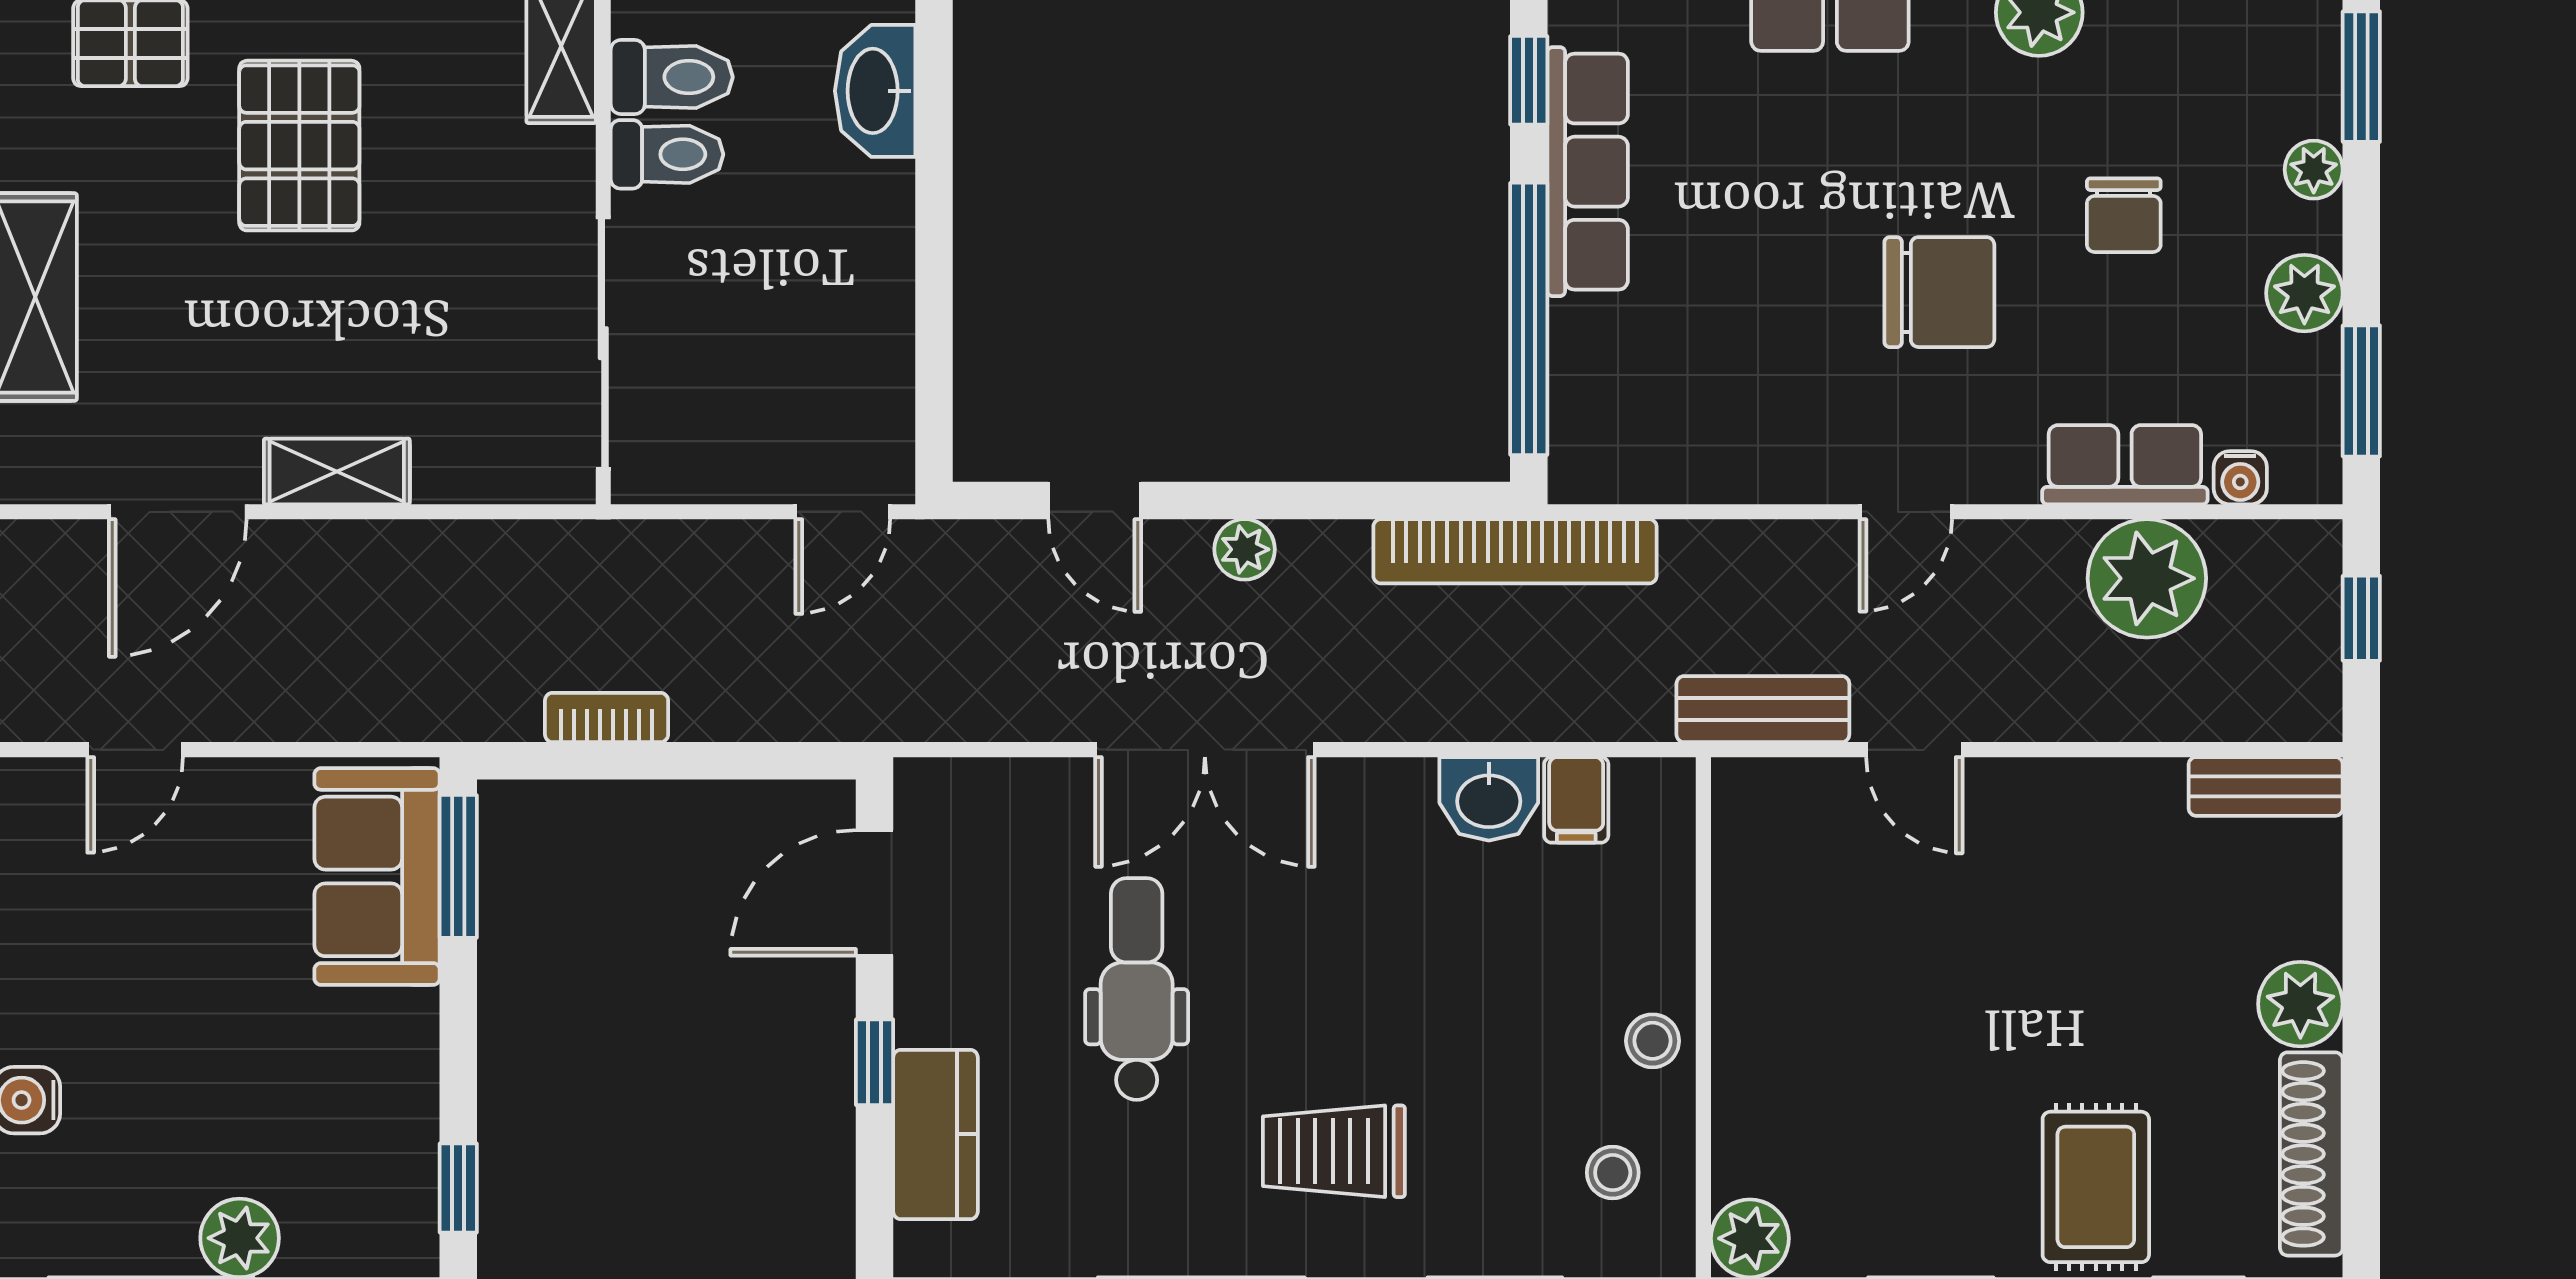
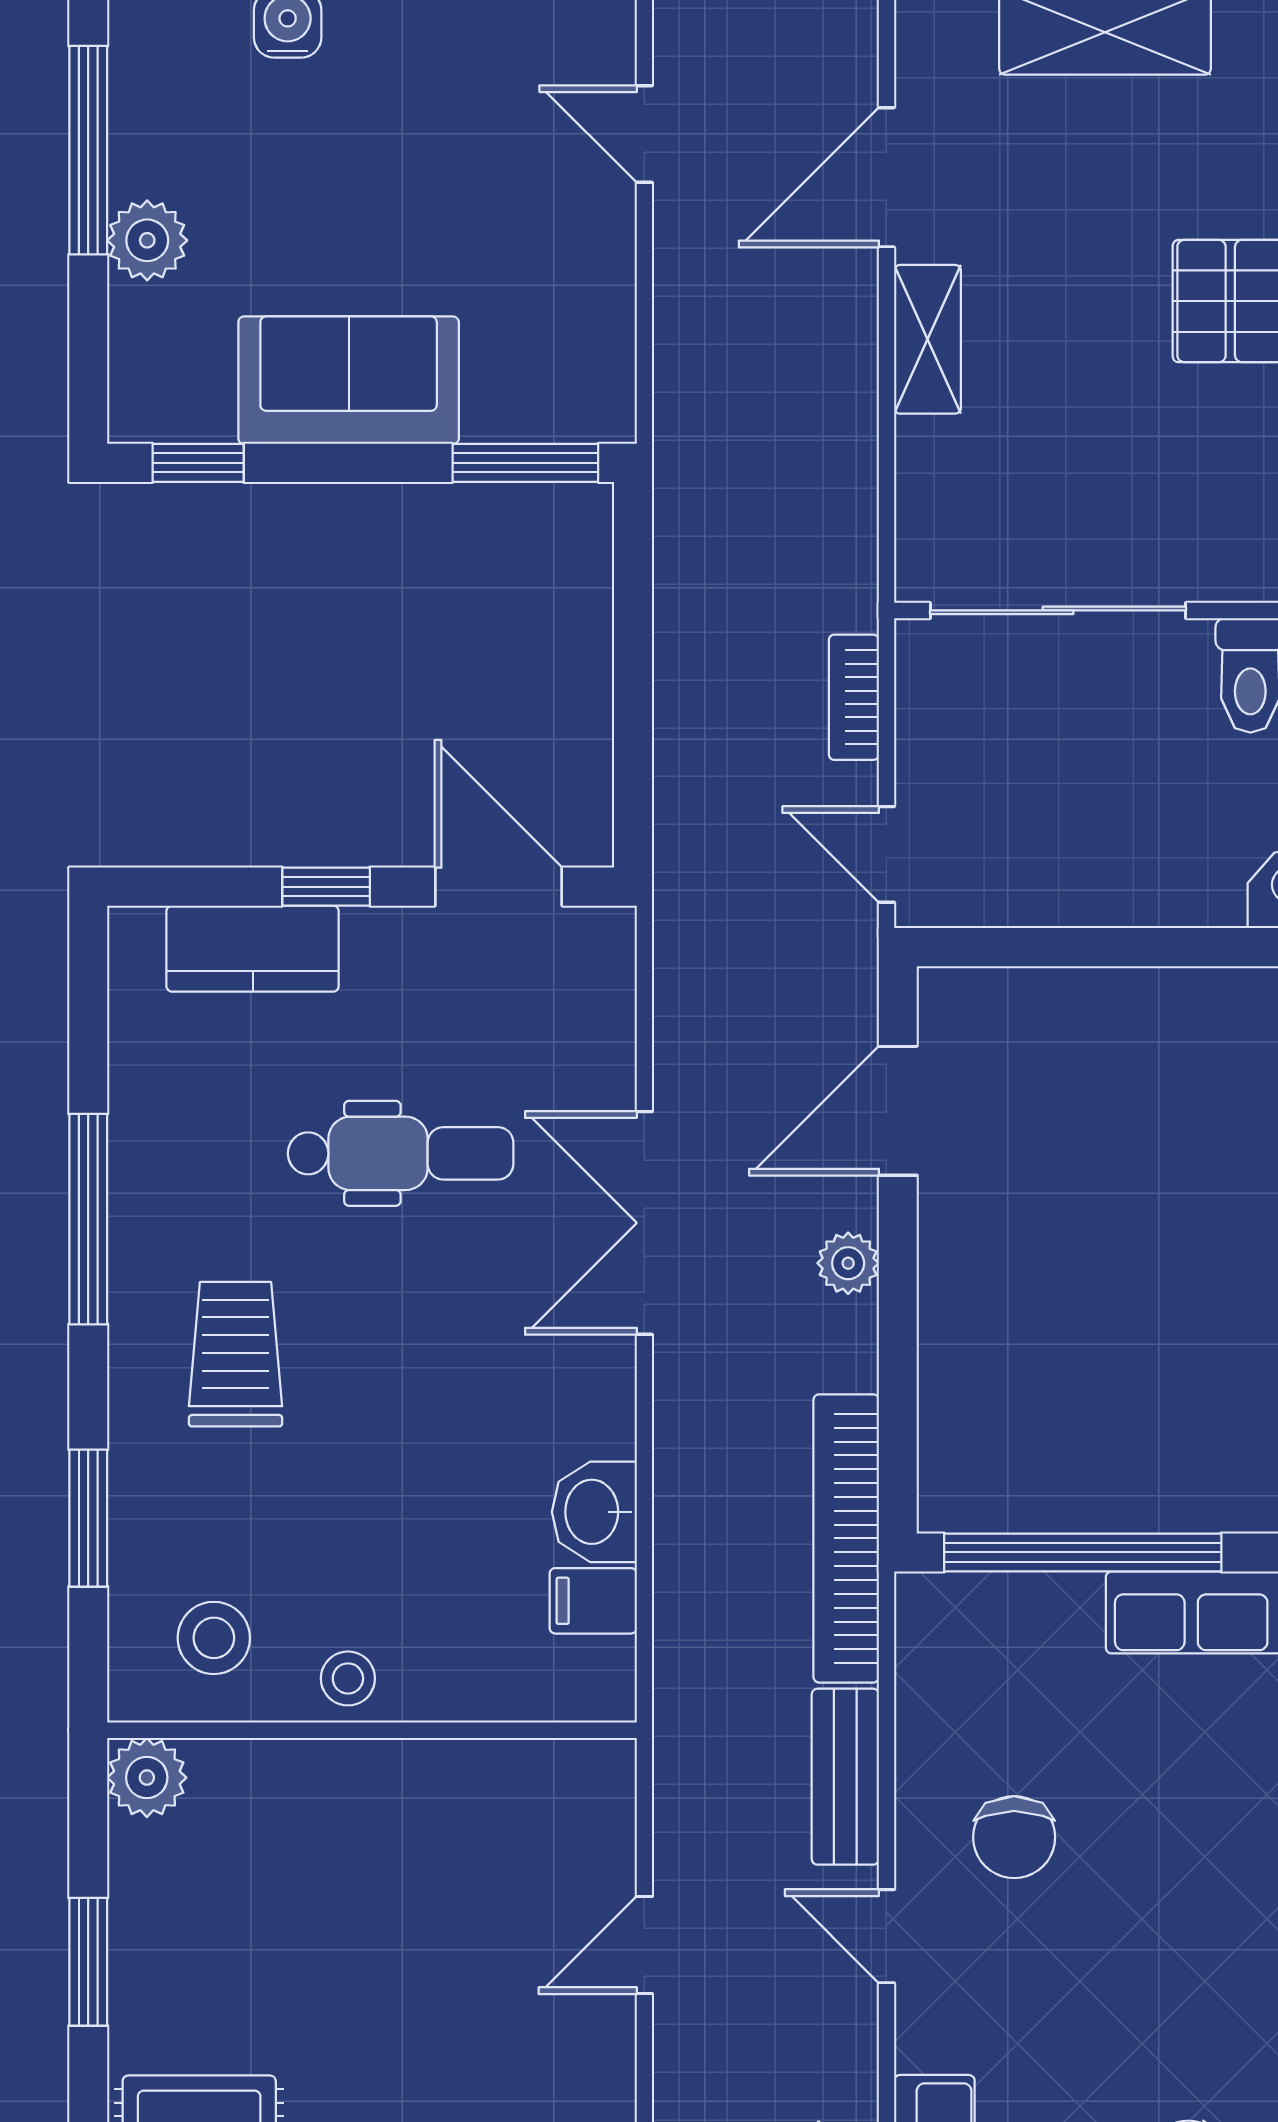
chair: (1939, 292) -> (1014, 1837), moved, width x0.73, depth x0.73
door: (1095, 501) -> (898, 1111), width x1.37
door: (178, 512) -> (886, 177), hinge flipped
bench: (1763, 709) -> (845, 1777), moved
bookcase: (607, 717) -> (854, 697), moved, turned 180
sofa: (377, 876) -> (349, 380), moved
stool: (1613, 1173) -> (214, 1638), width x1.37, depth x1.37

